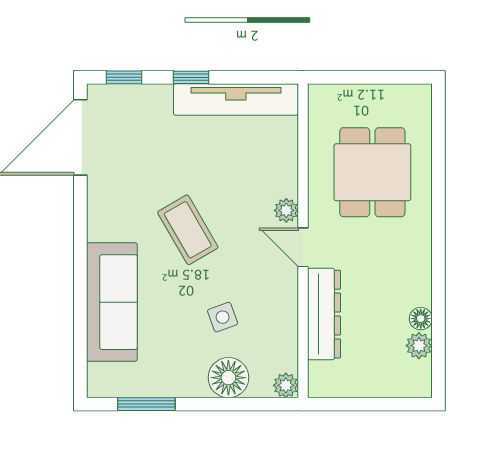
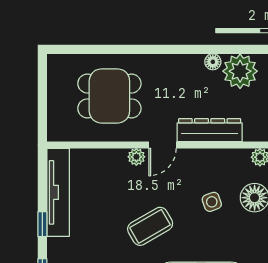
plant: (419, 346) -> (240, 71), width x1.88, depth x1.88

